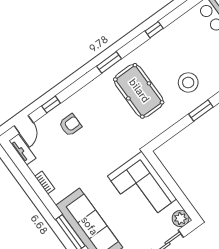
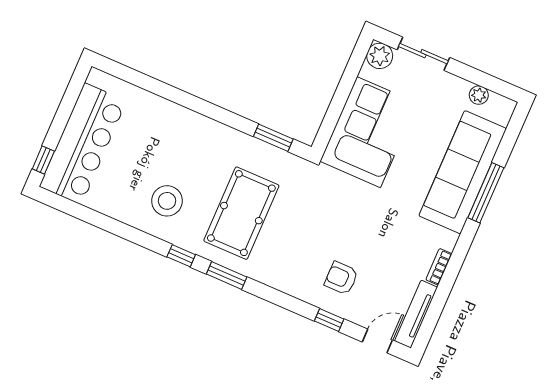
window: (154, 30) -> (181, 256), moved
stool: (188, 82) -> (167, 201), moved
window: (201, 110) -> (273, 138), moved
tv unit: (22, 149) -> (416, 314), width x1.41

